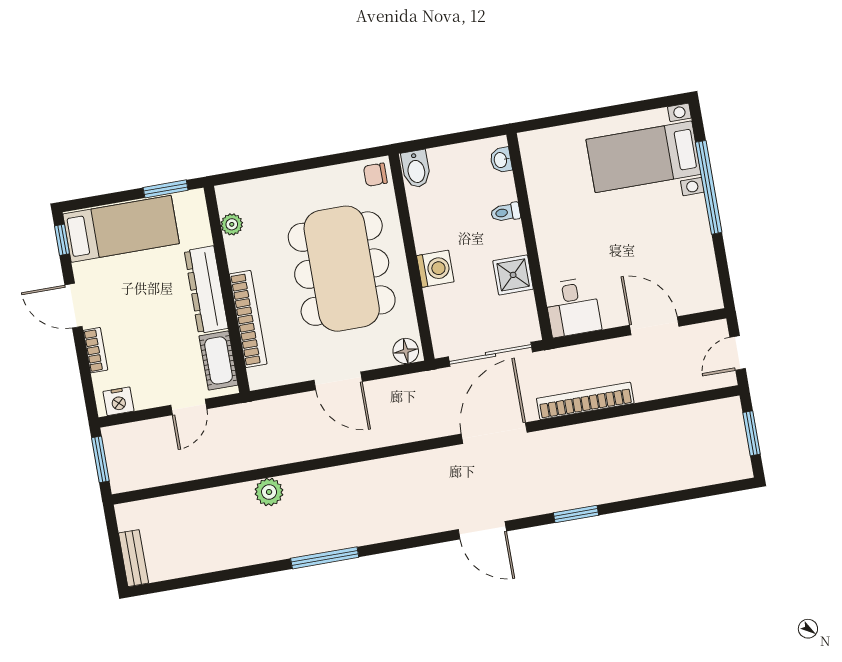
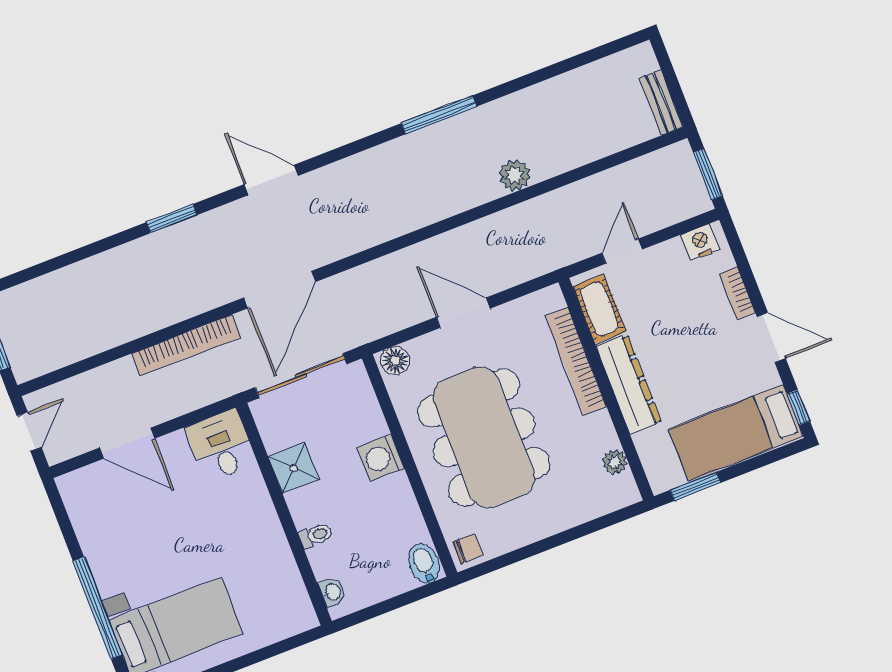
bench: (133, 558) -> (661, 102), moved

